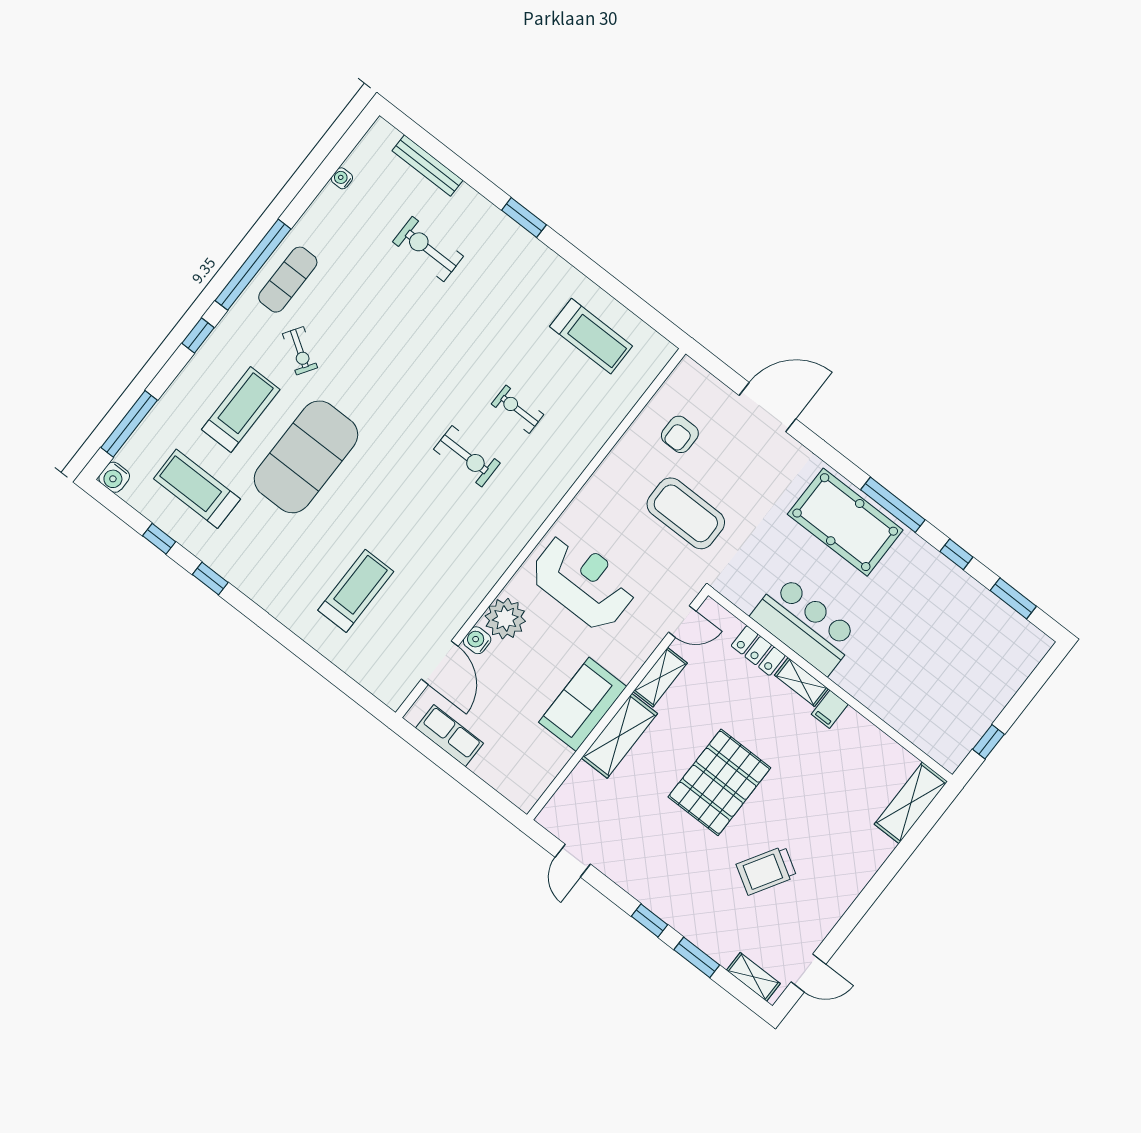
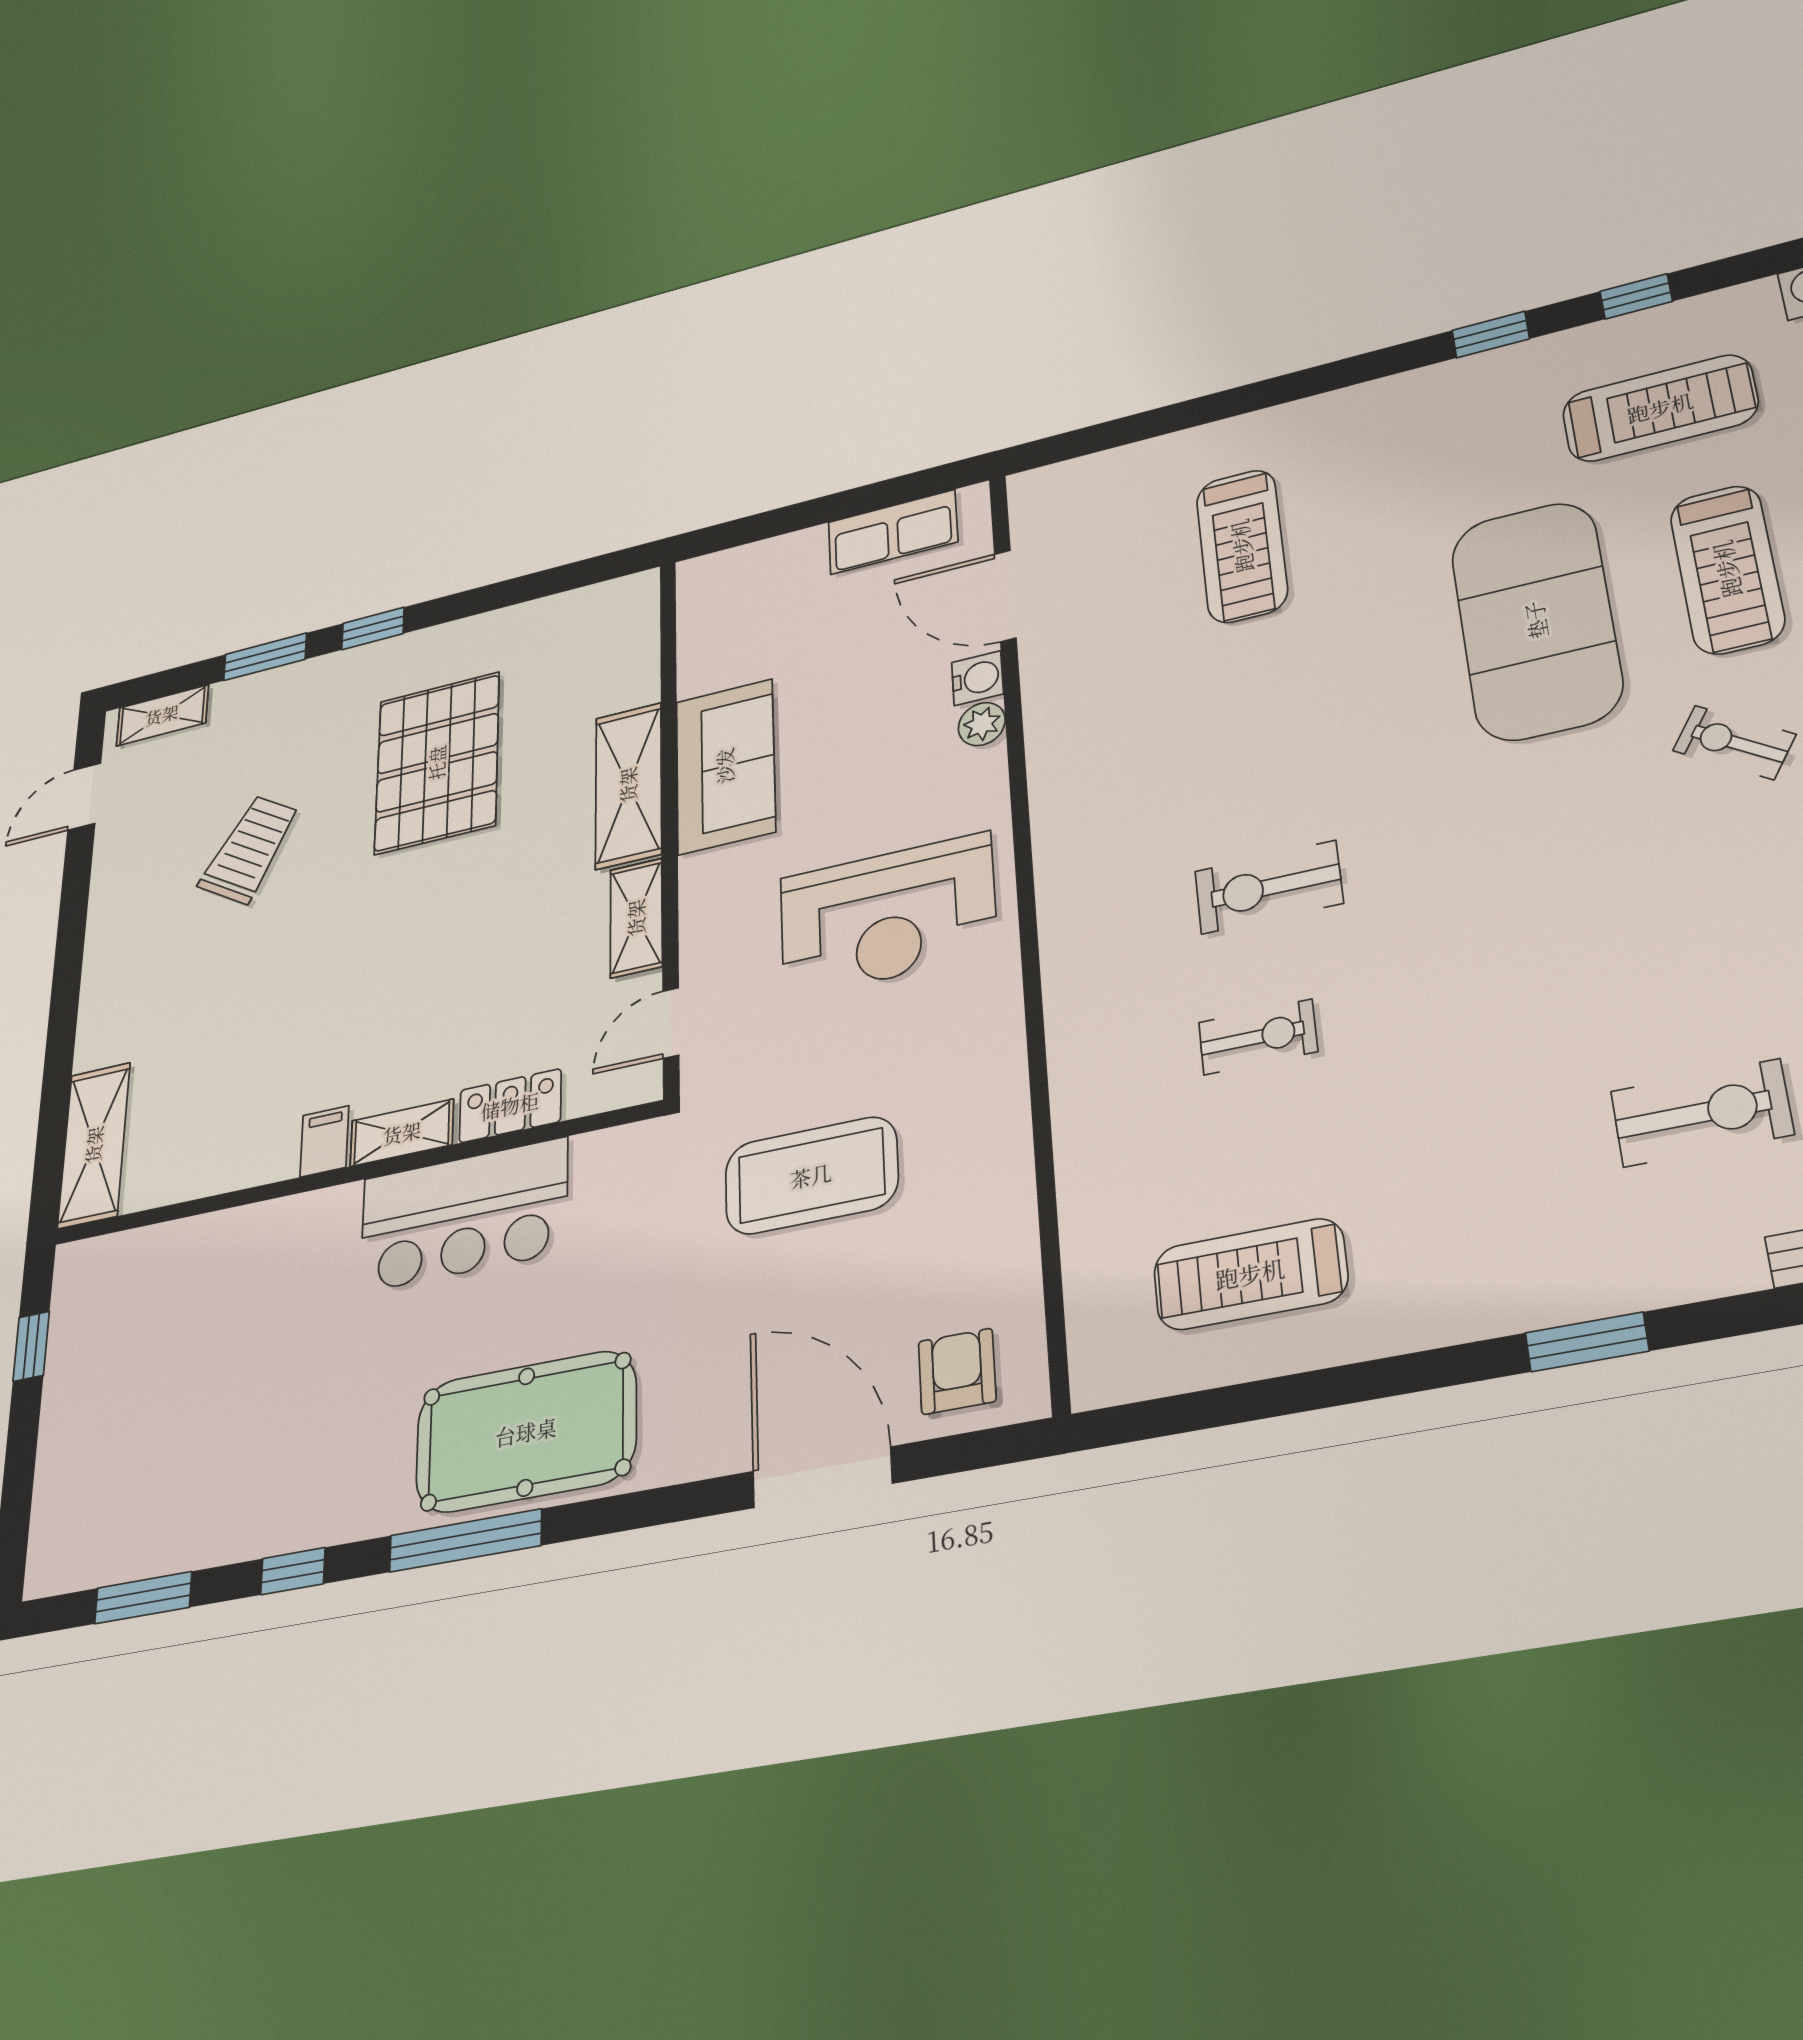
door: (768, 407) -> (822, 1477), swing flipped
armchair: (680, 434) -> (957, 1371), moved
plant: (505, 619) -> (982, 724), width x0.53, depth x0.53
pallet: (719, 782) -> (437, 763), moved
door: (573, 861) -> (553, 581), removed

